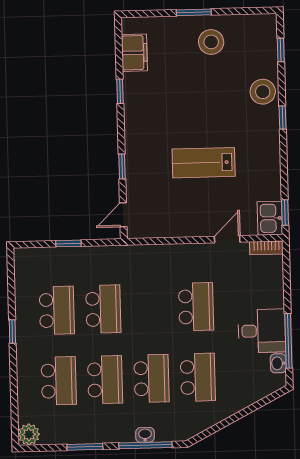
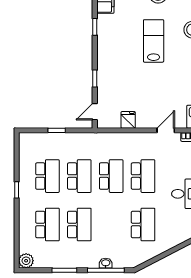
lab bench: (204, 163) -> (154, 41), moved, turned 90
fridge: (172, 225) -> (128, 120), added
school desk: (151, 378) -> (111, 176), moved

